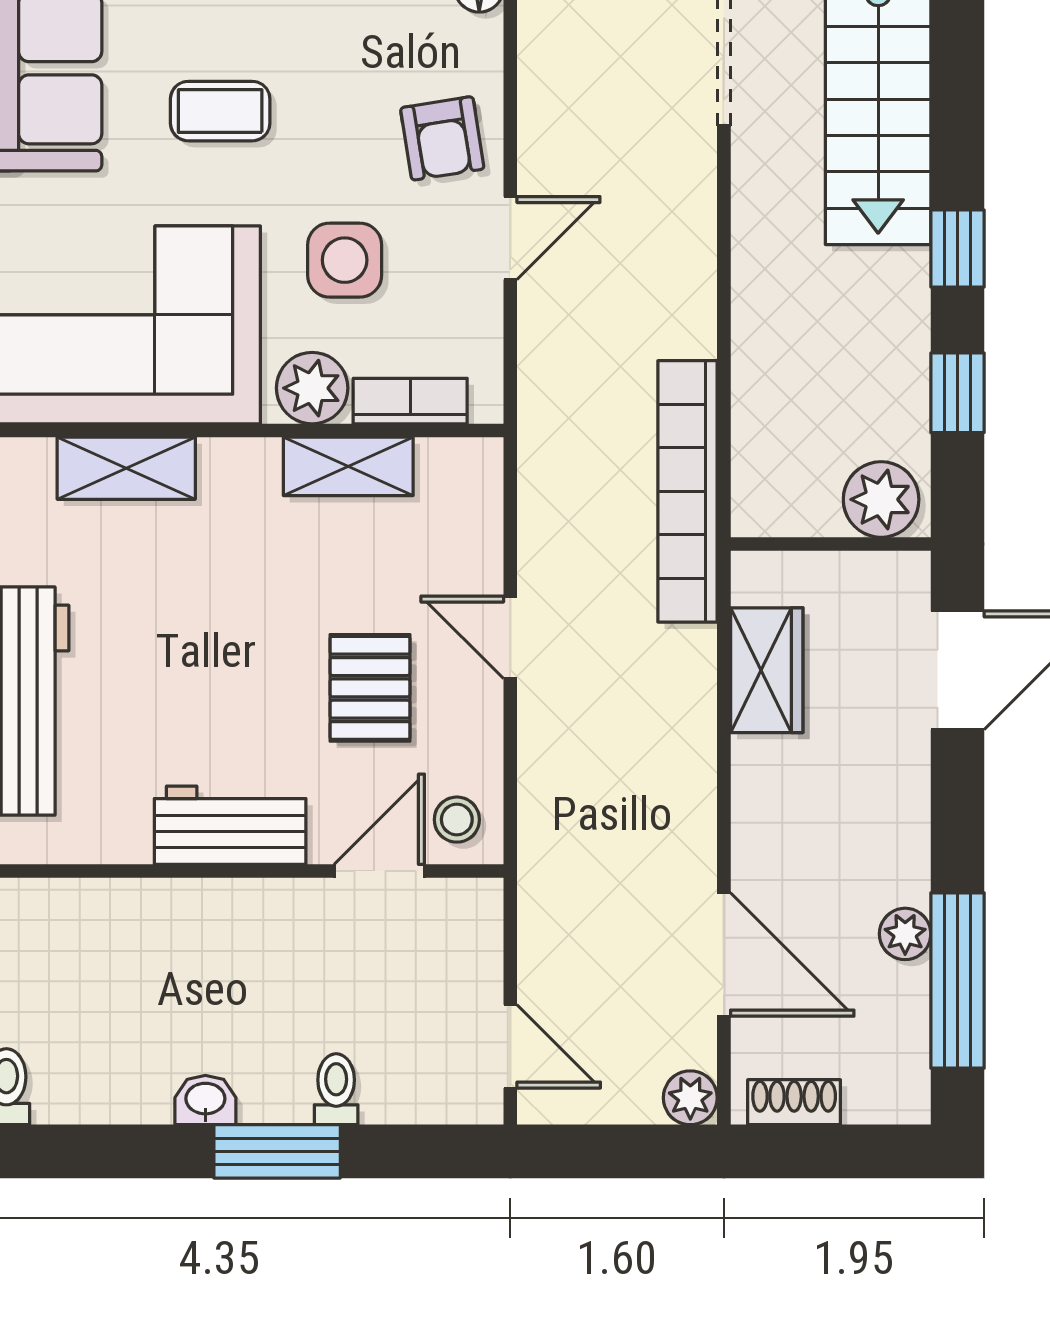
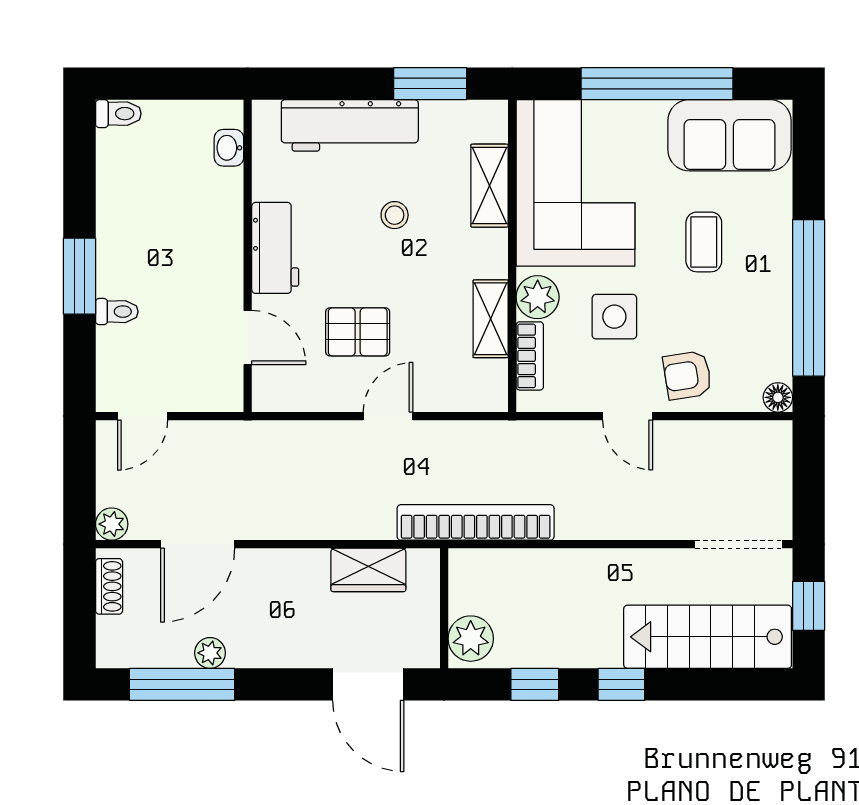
stool: (457, 820) -> (395, 215), moved
washbasin: (205, 1100) -> (229, 148), moved, turned 180

